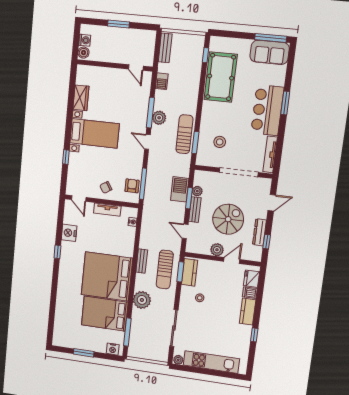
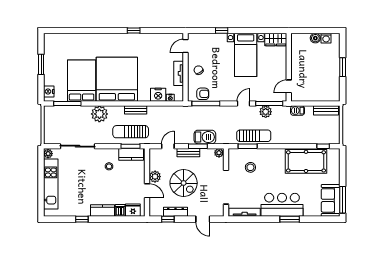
wall: (115, 65) -> (289, 67), moved
door: (136, 68) -> (289, 86), moved
plant: (197, 191) -> (219, 153), moved
nightstand: (69, 233) -> (158, 95), moved, turned 180

